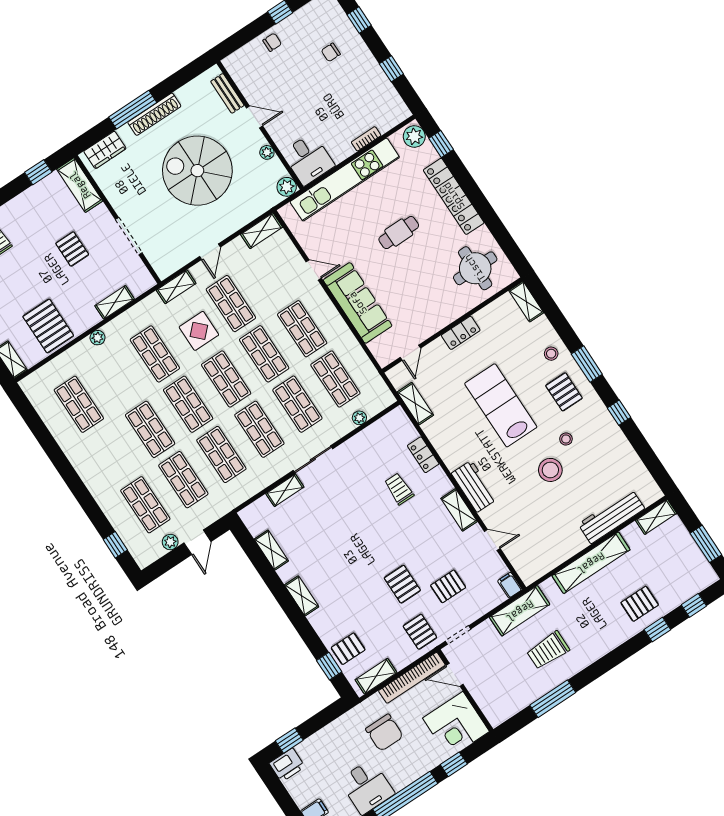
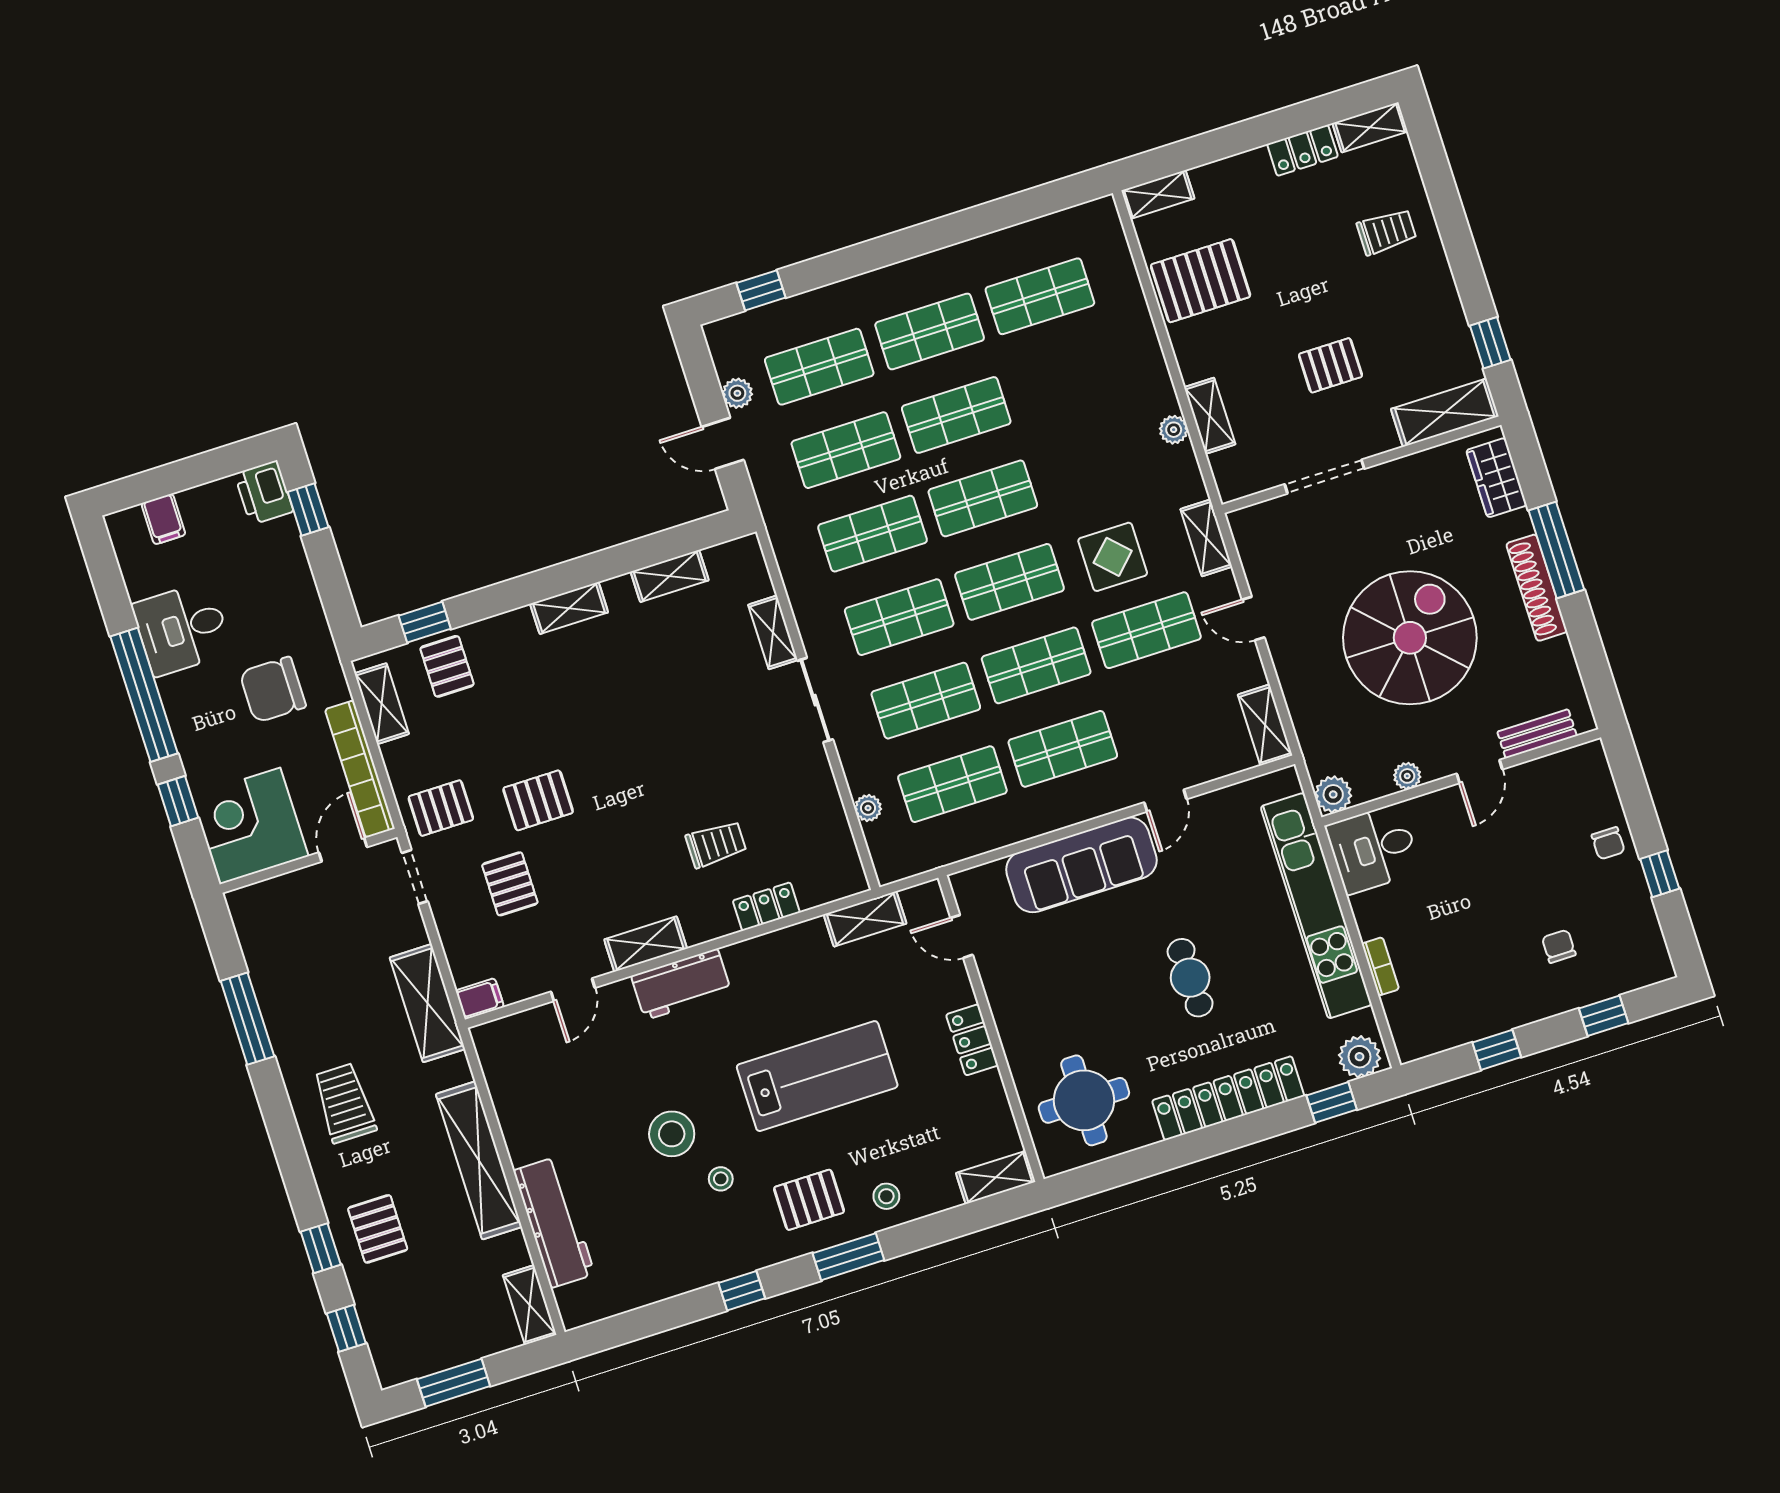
plant: (98, 338) -> (1174, 430), moved
shop shelf: (155, 354) -> (930, 331), moved
trolley: (548, 650) -> (345, 1103), moved

